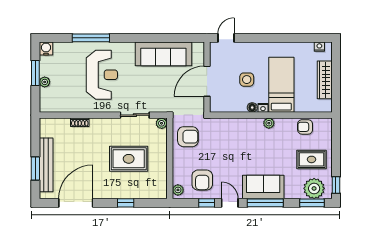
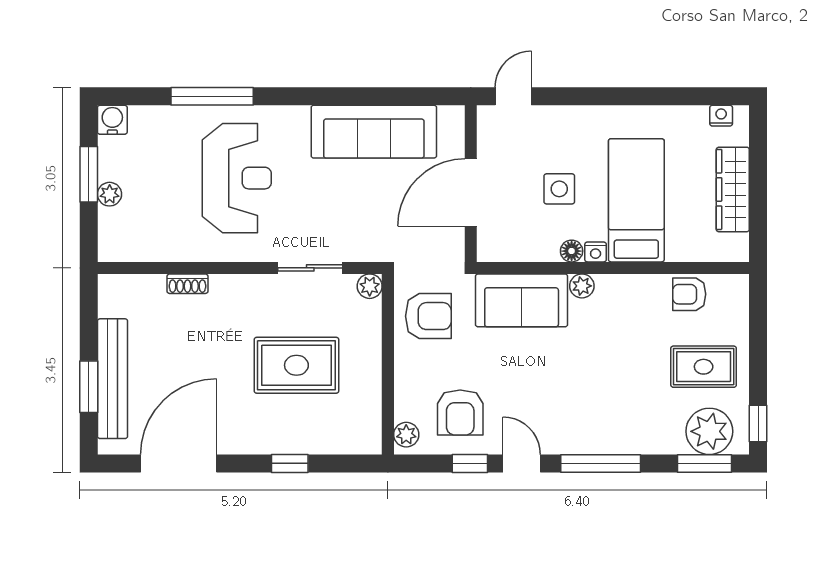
plant: (269, 123) -> (582, 286), moved
sofa: (263, 187) -> (522, 300), moved, turned 180

